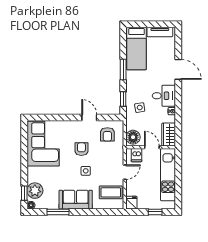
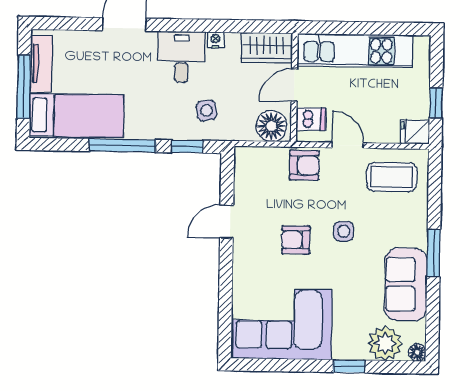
window: (149, 24) -> (24, 87), added
window: (123, 69) -> (122, 145), width x1.44
armchair: (107, 134) -> (304, 165), moved
coffee table: (111, 192) -> (392, 177), turned 90
window: (24, 193) -> (349, 366), moved
sofa: (76, 200) -> (406, 284), moved
window: (58, 212) -> (434, 253), moved
window: (155, 212) -> (436, 103), moved

